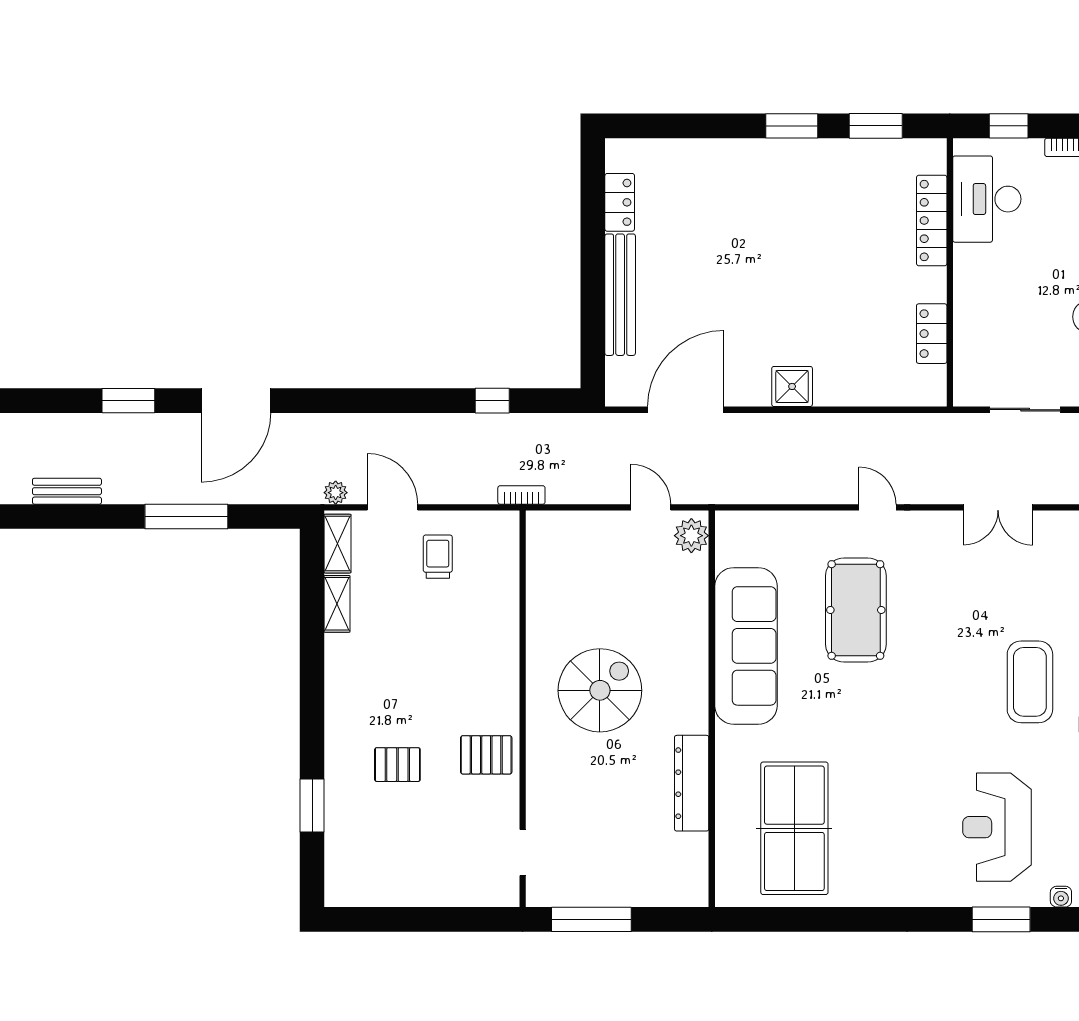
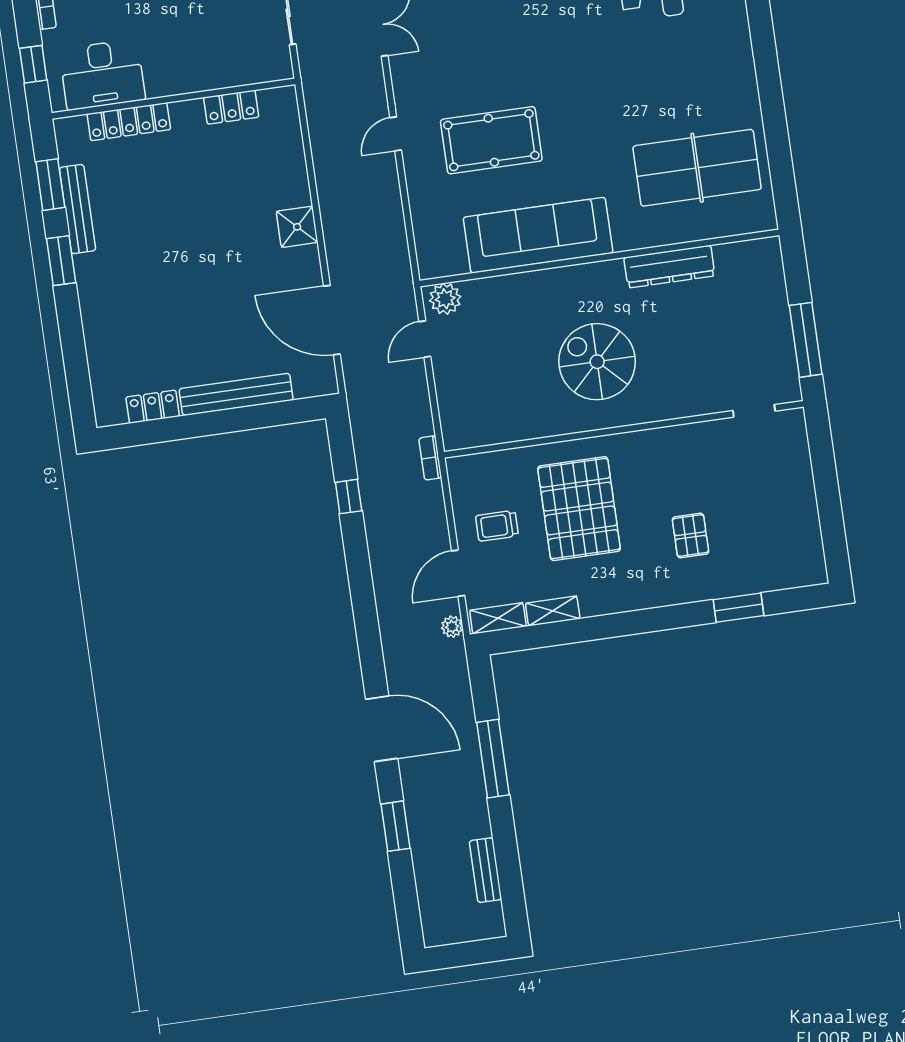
bench: (845, 152) -> (77, 209), added
pallet: (486, 755) -> (579, 509), moved, width x2.05, depth x2.00

